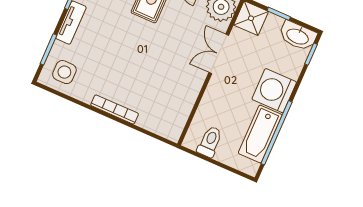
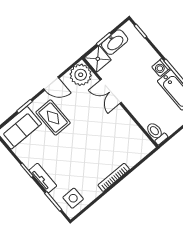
washbasin: (298, 36) -> (115, 42), moved
washing machine: (274, 91) -> (161, 68), width x0.53, depth x0.53
toilet: (210, 142) -> (156, 133), moved

